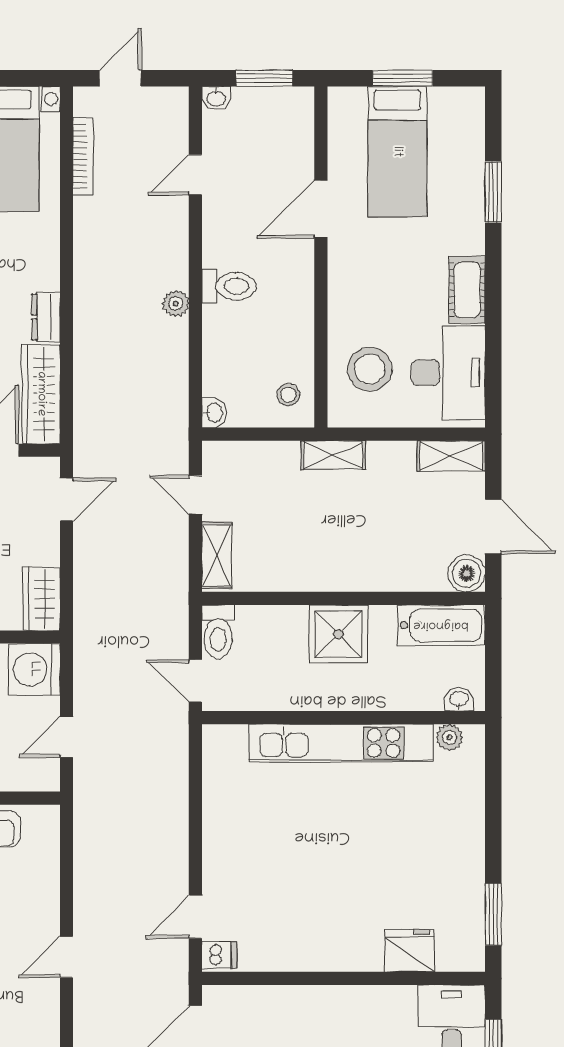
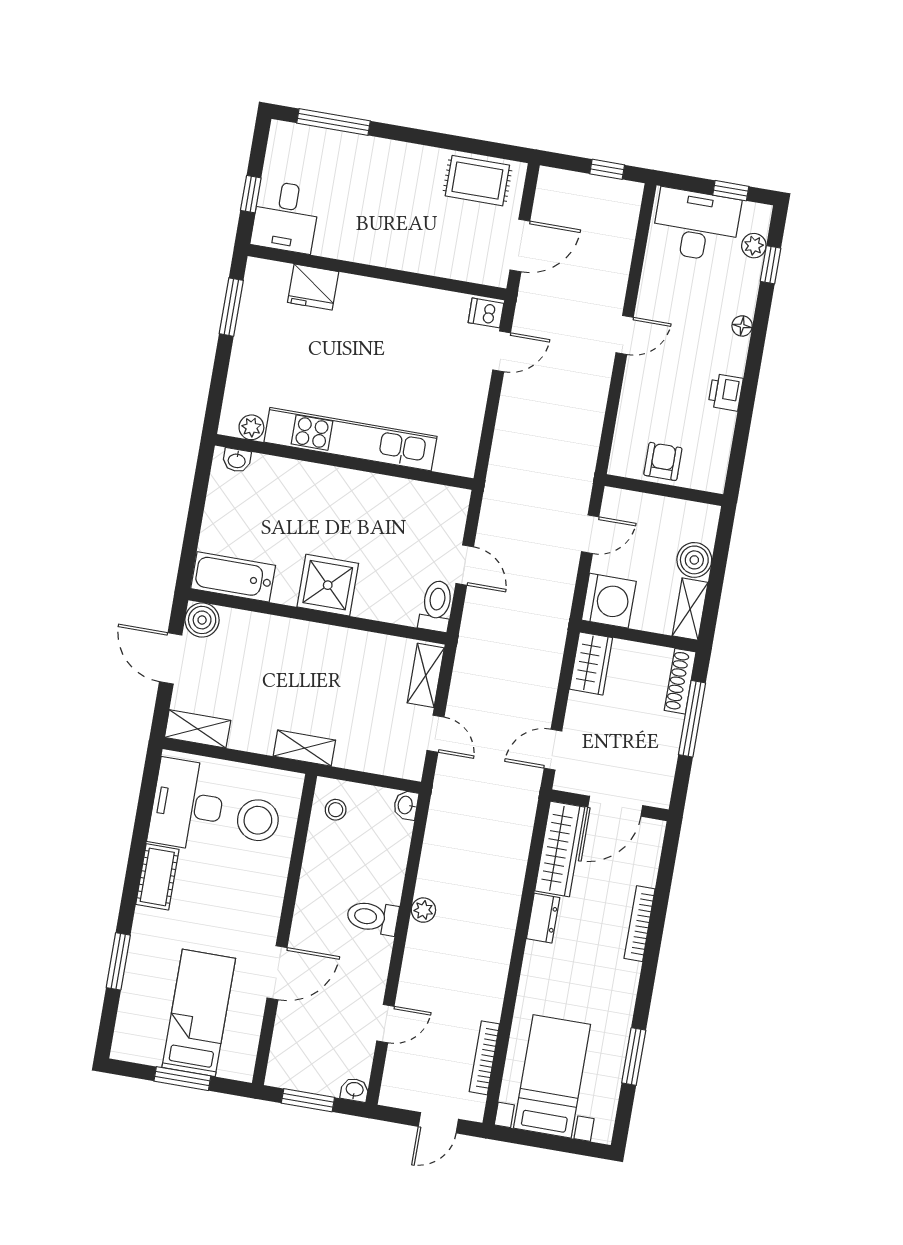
washbasin: (459, 699) -> (237, 460), moved
wall: (343, 718) -> (344, 462), moved
plant: (449, 737) -> (251, 427), moved
kitchen unit: (341, 743) -> (350, 439), moved

